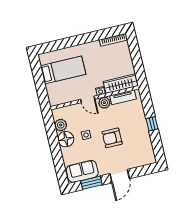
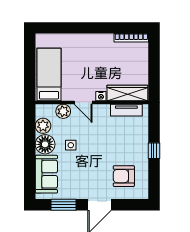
bed: (63, 70) -> (49, 74), moved, turned -90
plant: (104, 103) -> (63, 111), moved
armchair: (112, 138) -> (124, 176), moved
sofa: (82, 171) -> (46, 174), moved, turned 90

